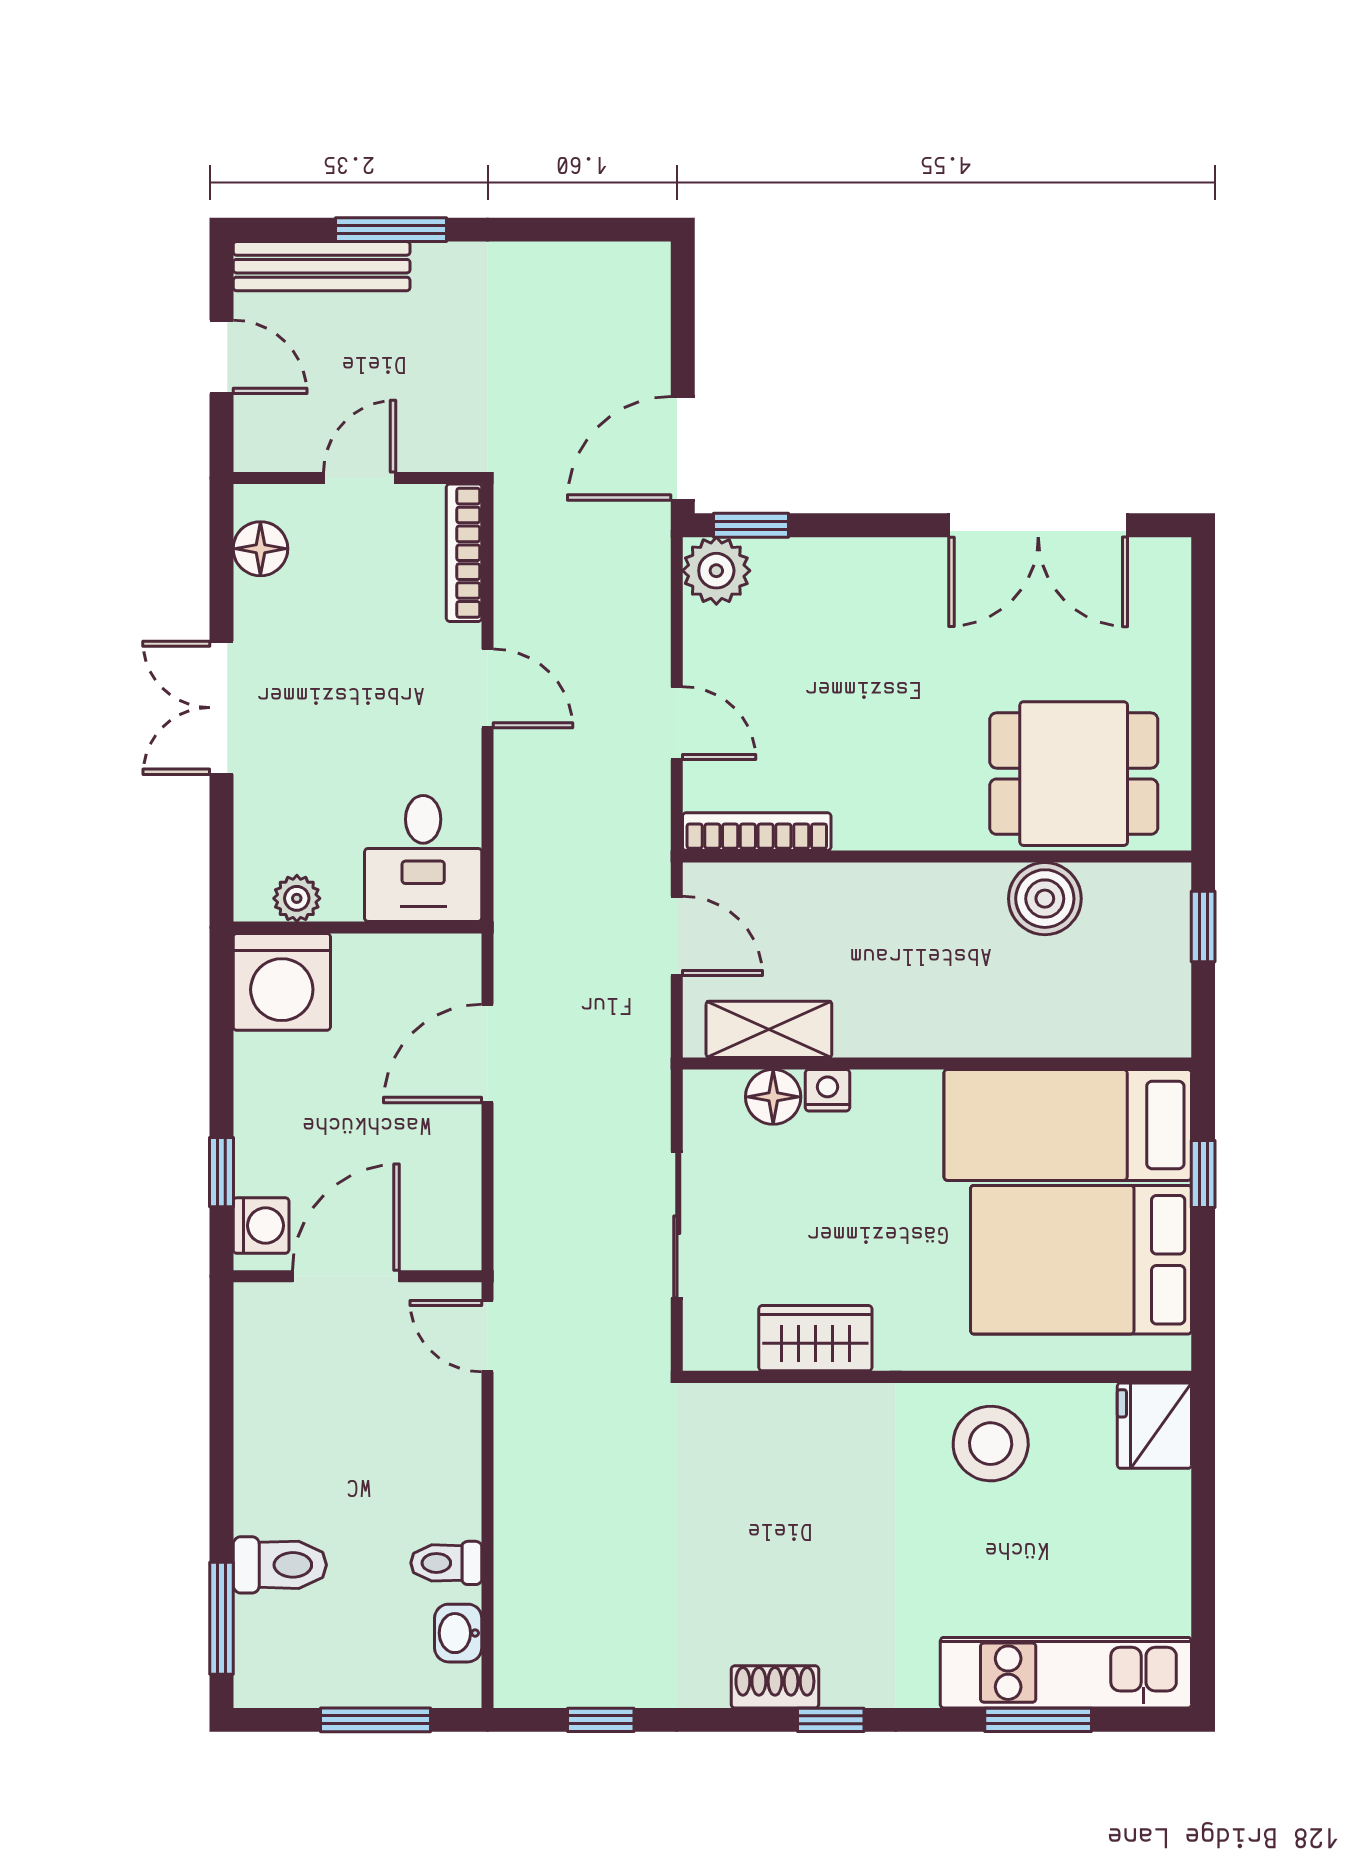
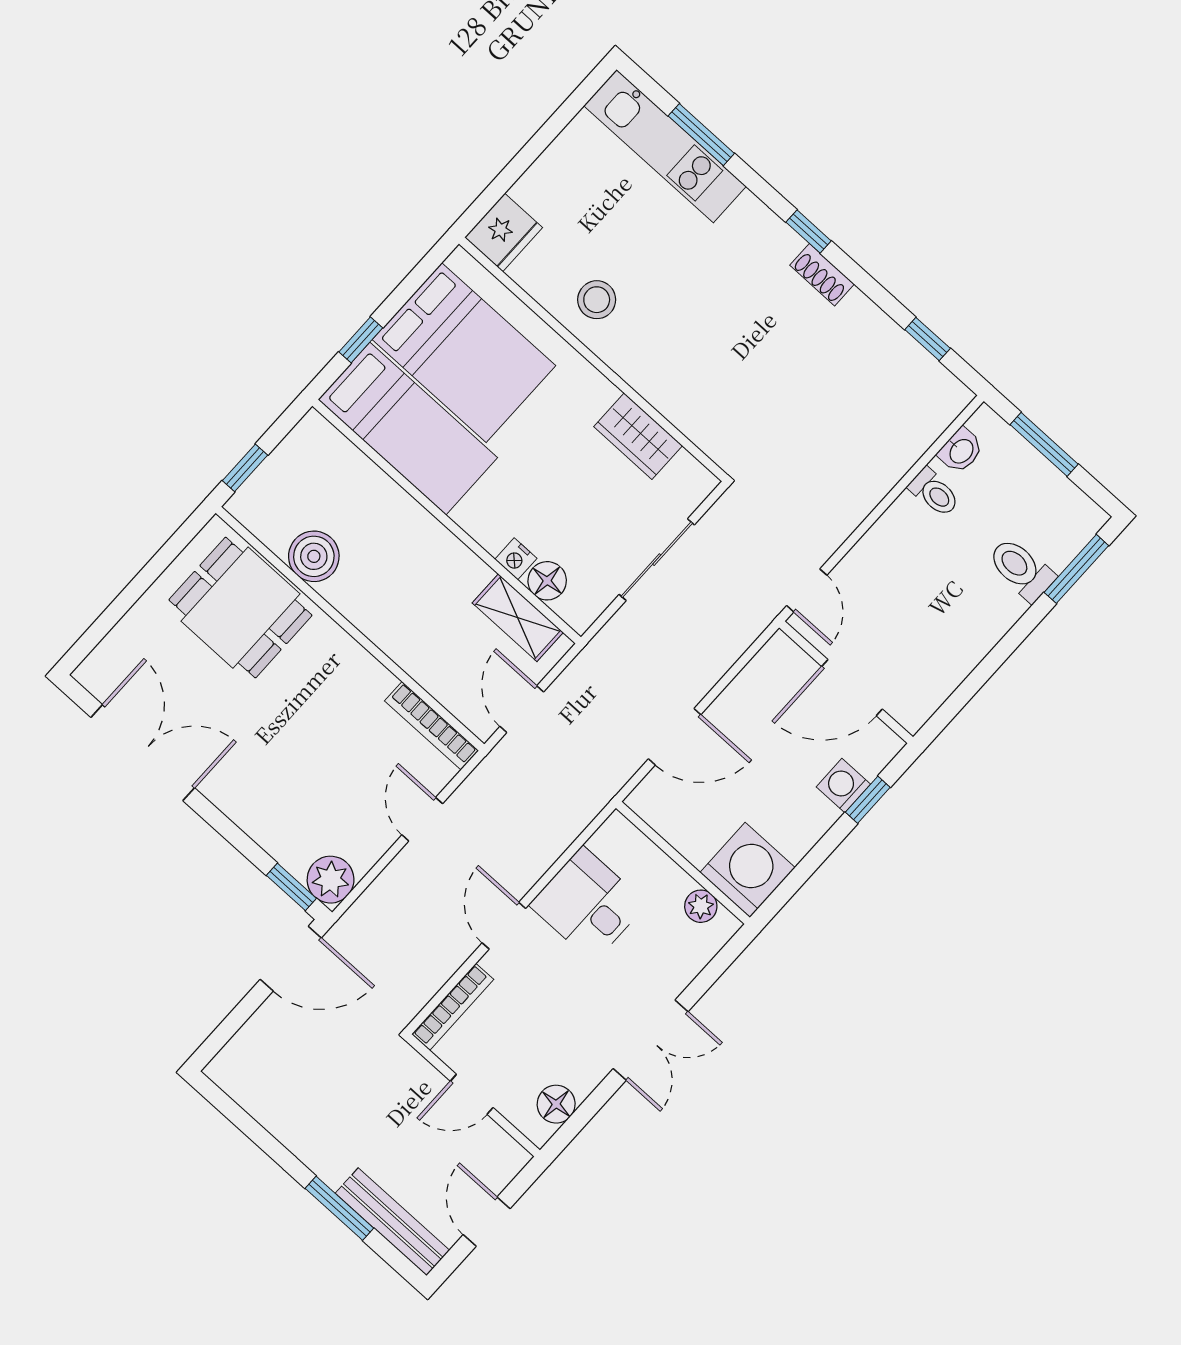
desk: (423, 858) -> (588, 904), moved, turned -90
washing machine: (261, 1226) -> (843, 786), moved
stool: (991, 1444) -> (597, 300), width x0.73, depth x0.73

